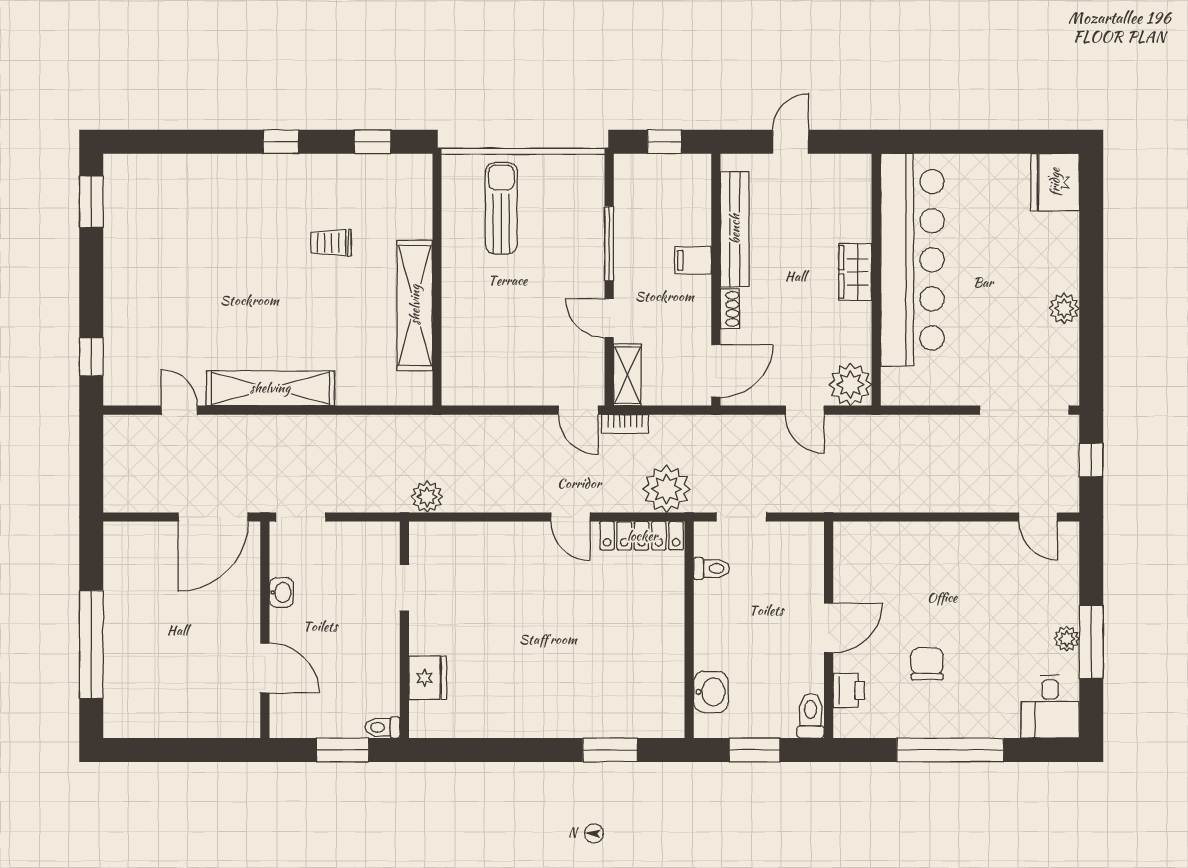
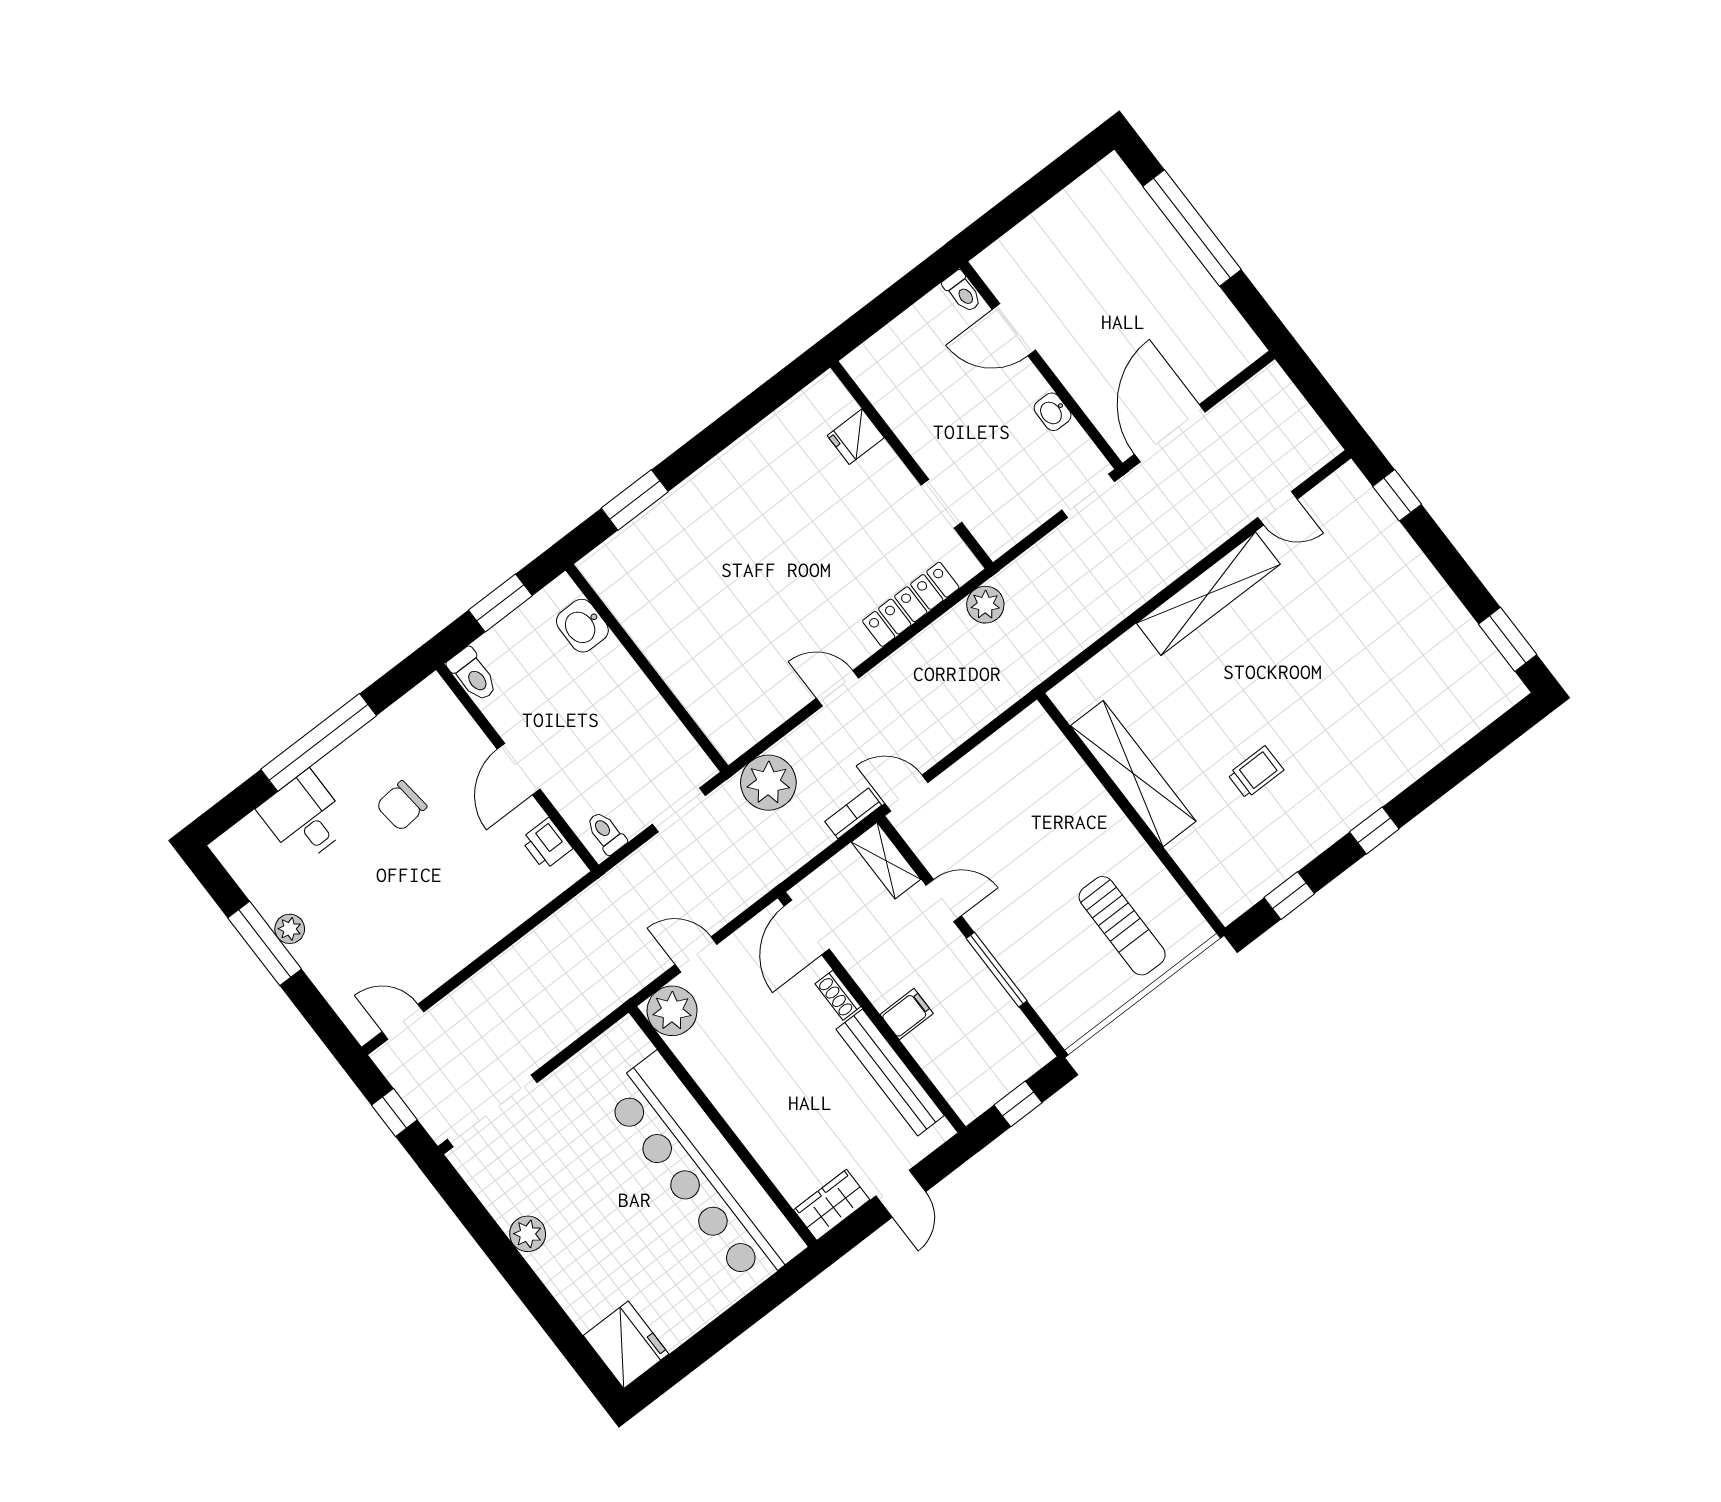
wardrobe: (855, 272) -> (832, 1205), moved, turned -90
locker: (642, 536) -> (911, 604), moved
toilet: (712, 568) -> (606, 833), moved, turned 90
chair: (927, 664) -> (401, 806), turned 84
fridge: (428, 678) -> (856, 437), width x0.72
printer: (849, 690) -> (547, 844), moved
desk: (1050, 707) -> (305, 817), moved
toilet: (383, 727) -> (962, 292), moved, turned 90
window: (342, 750) -> (884, 309), removed

